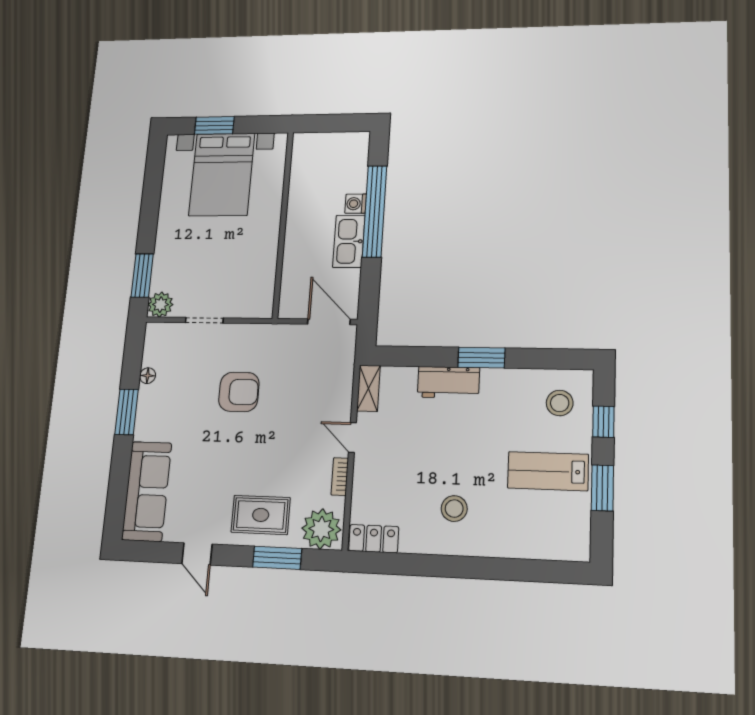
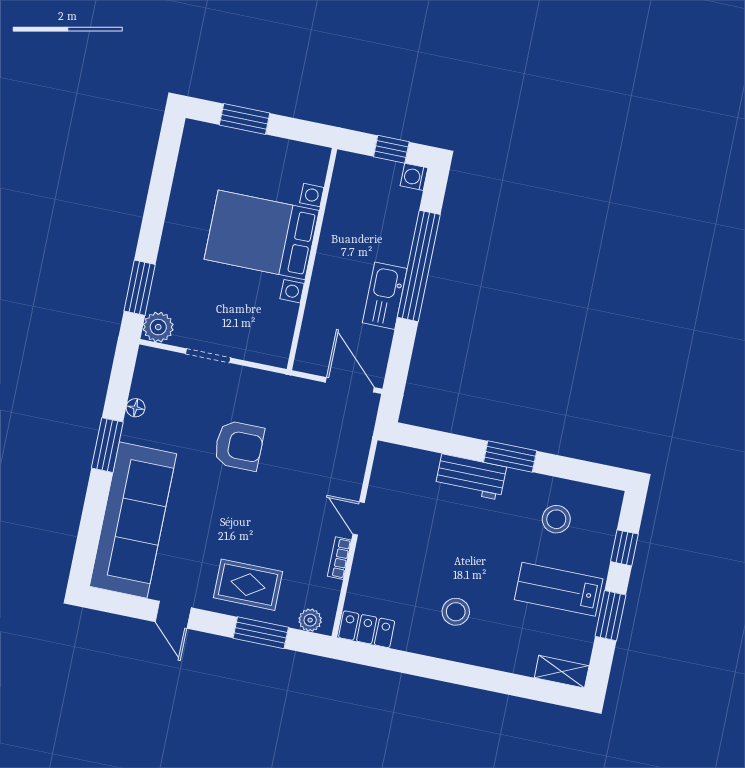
window: (338, 123) -> (391, 149), added
bed with nightstands: (222, 174) -> (262, 235), moved, turned 90
washing machine: (356, 204) -> (414, 177), moved
shelving: (368, 388) -> (562, 672), moved, turned 90
stool: (560, 403) -> (556, 519), moved
sofa: (147, 491) -> (133, 520), width x1.36, depth x1.27
plant: (321, 529) -> (310, 620), width x0.53, depth x0.53

